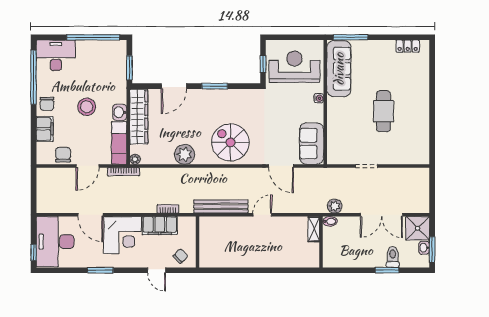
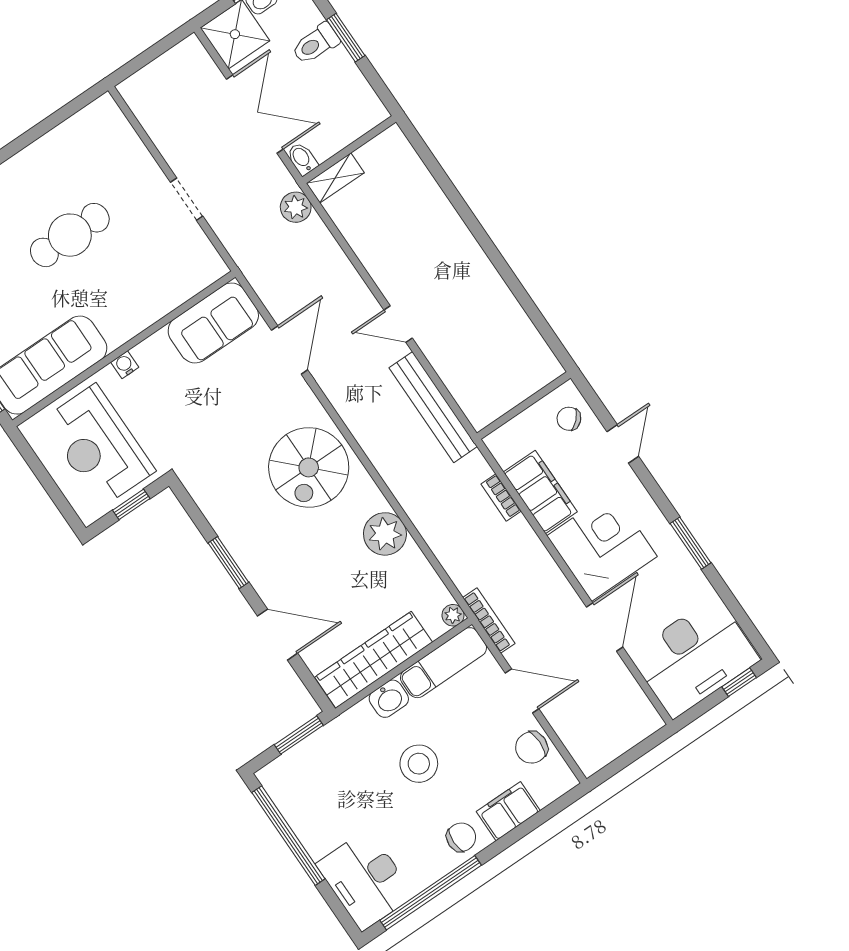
bidet: (330, 221) -> (302, 159), moved
shelving: (314, 229) -> (335, 178), moved
wall: (321, 242) -> (349, 150), moved

